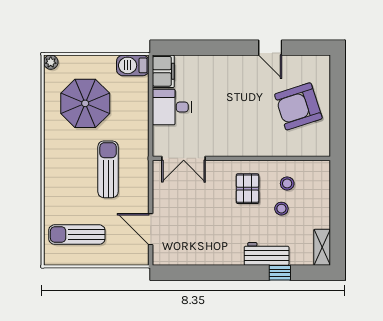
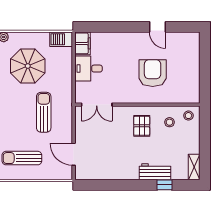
armchair: (298, 106) -> (153, 73), moved, turned 108
stool: (281, 209) -> (188, 116), moved

